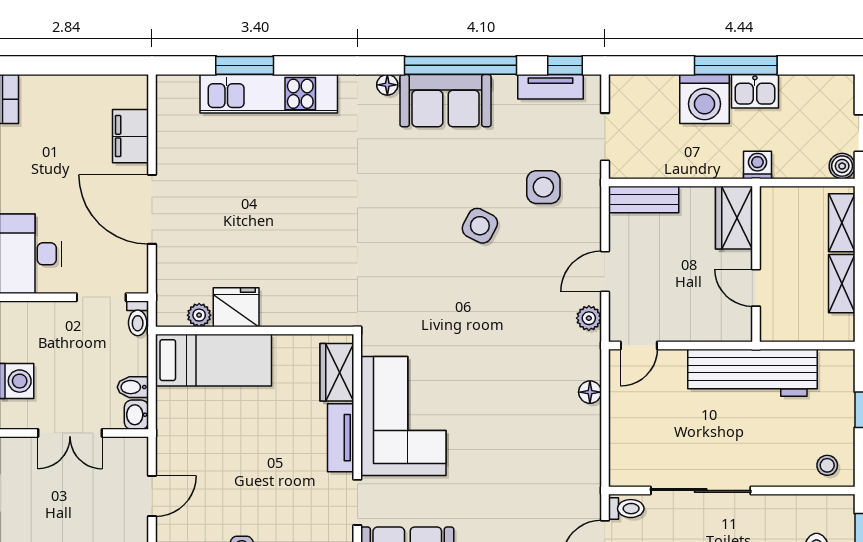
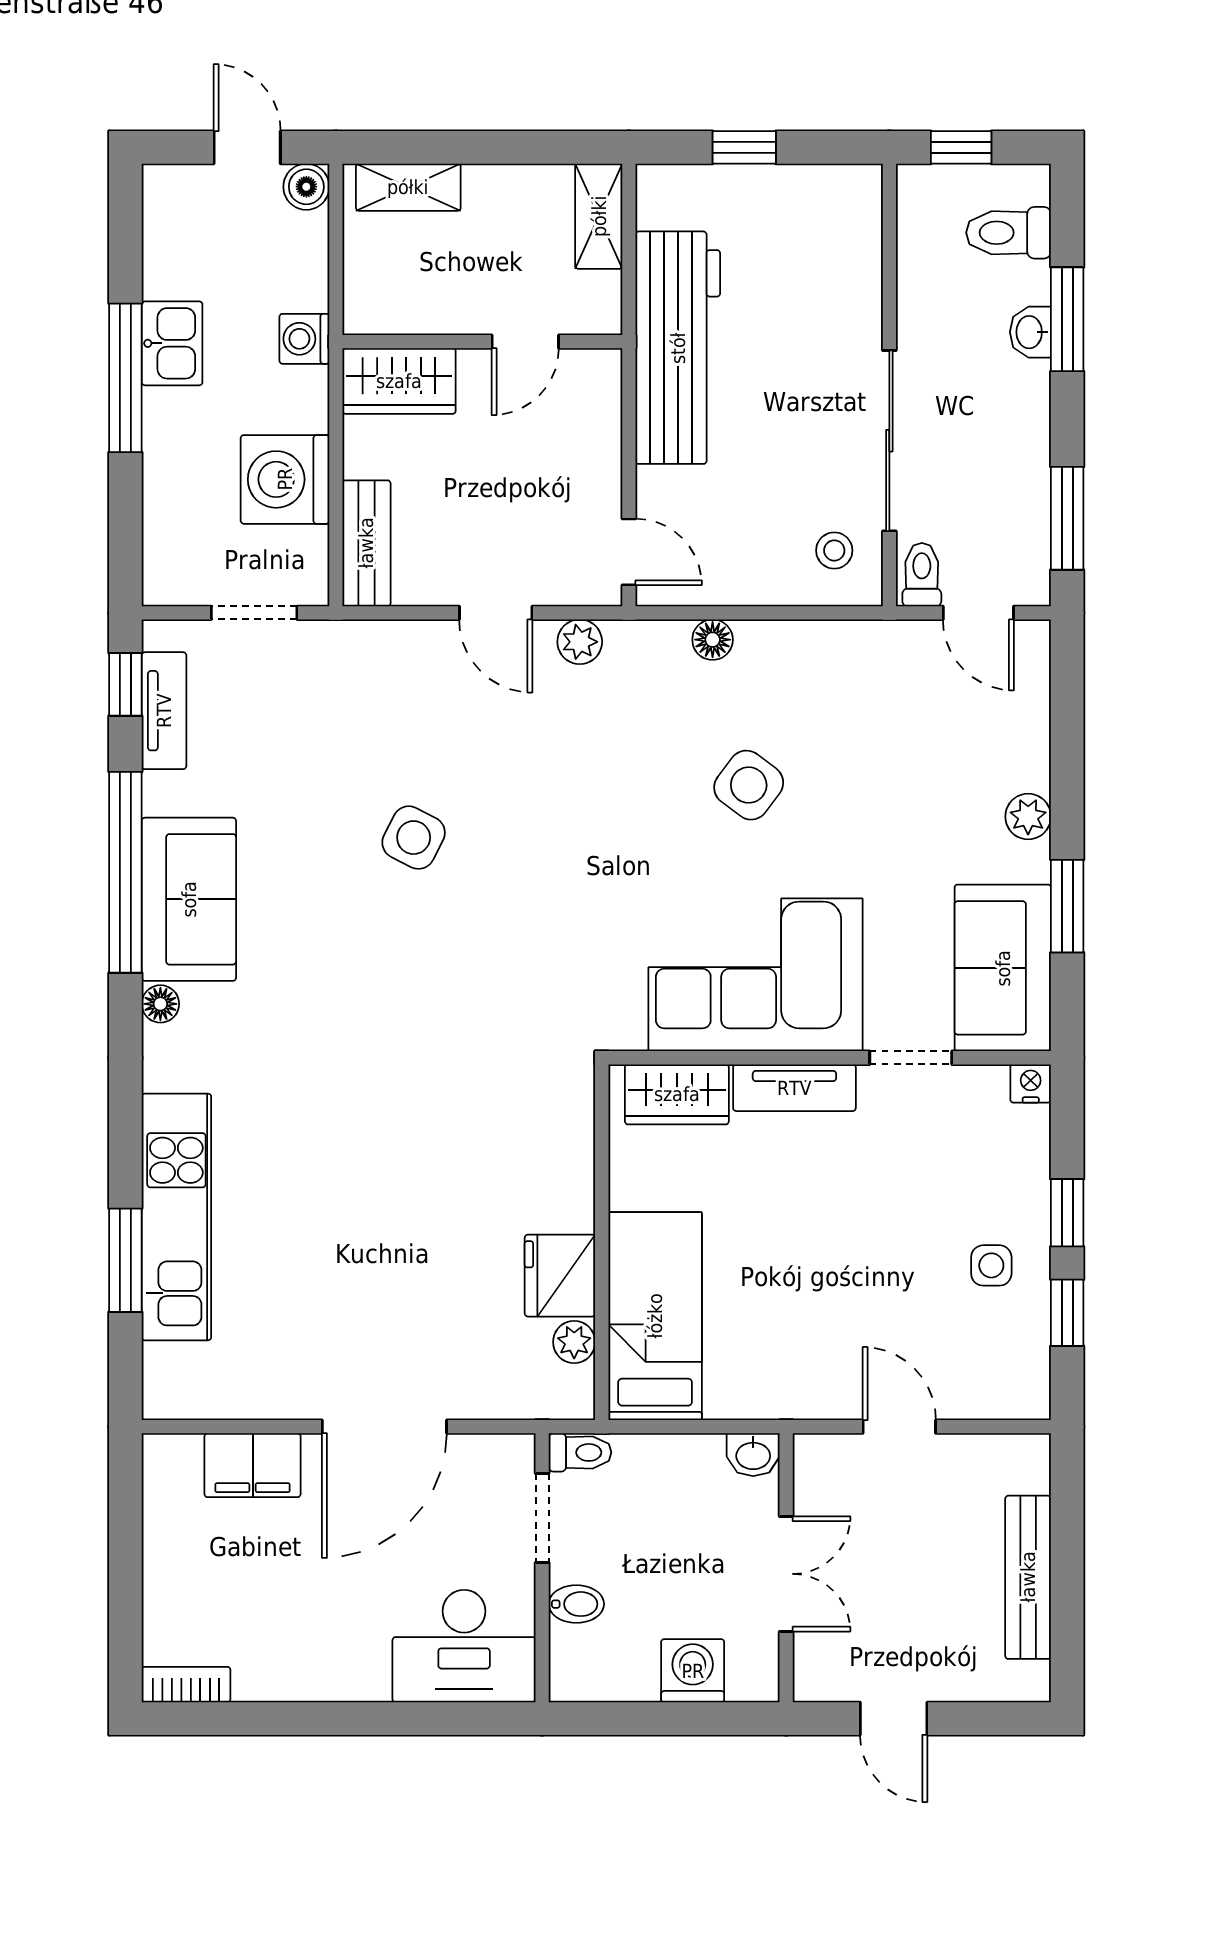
washing machine: (705, 99) -> (285, 479), moved, turned 180
side table: (543, 187) -> (749, 785), moved, turned 37
shelving: (842, 284) -> (599, 216), moved, turned 90
bidet: (133, 387) -> (576, 1604), moved, turned -90
stool: (827, 465) -> (834, 550), moved

